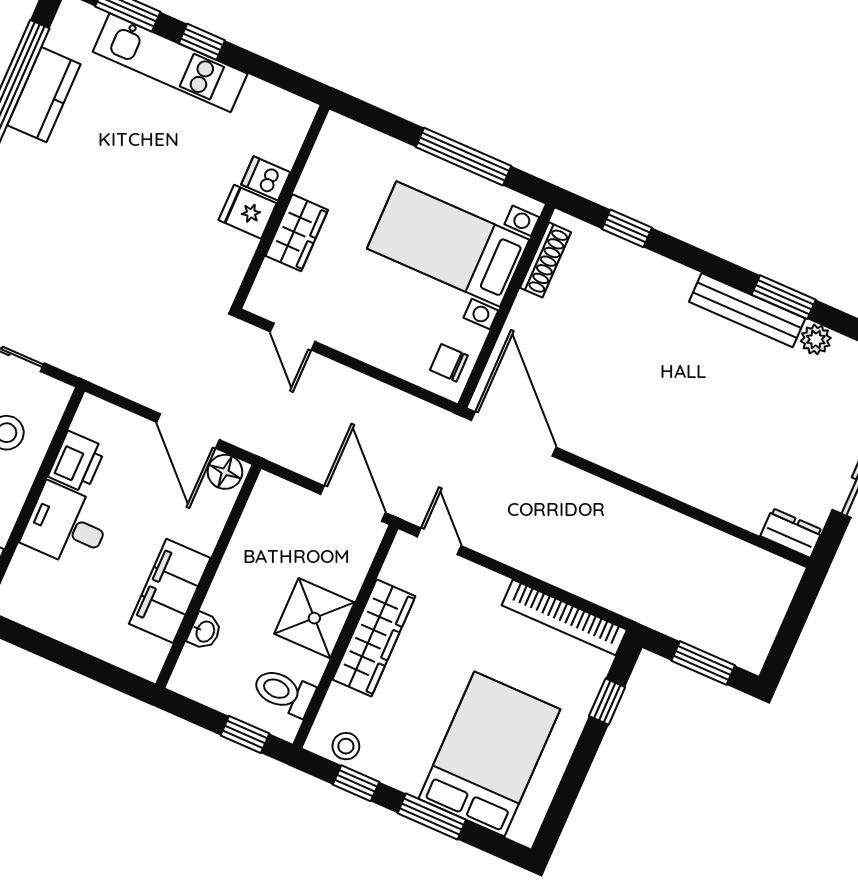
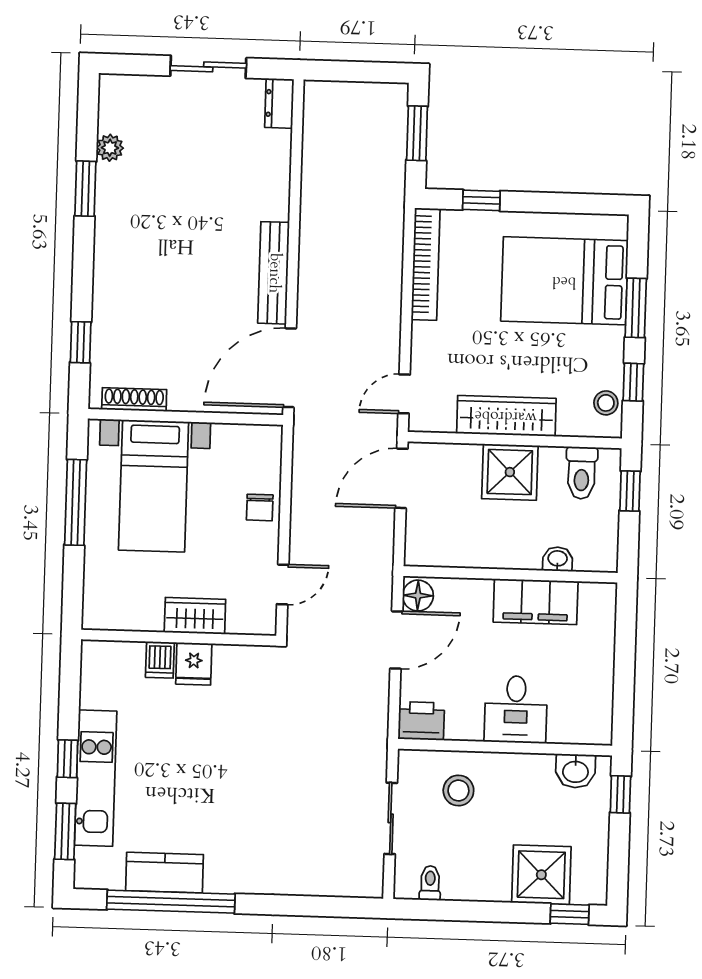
bench: (747, 310) -> (274, 273), moved
chair: (449, 363) -> (260, 507), moved
printer: (77, 462) -> (421, 721), moved

